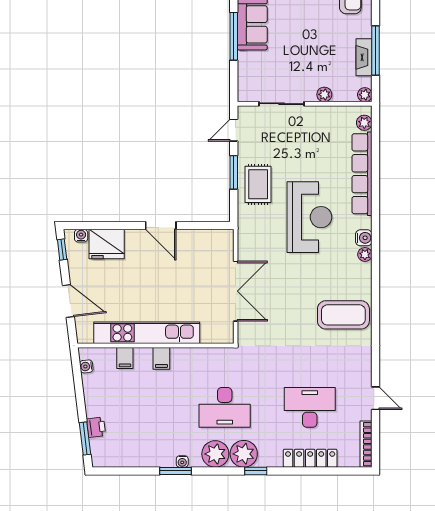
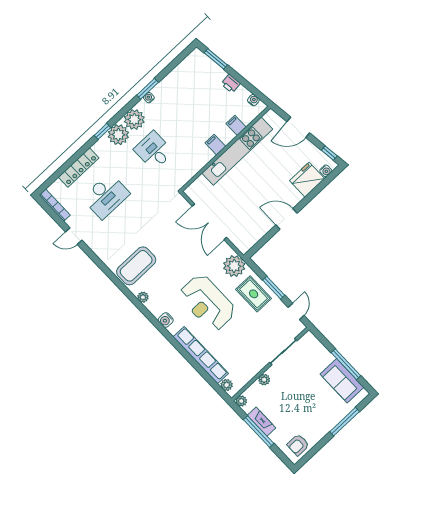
plant: (252, 228) -> (234, 266), added
plant: (365, 254) -> (143, 297), moved
desk: (225, 407) -> (154, 151), width x0.73
printer: (96, 427) -> (231, 84), moved

